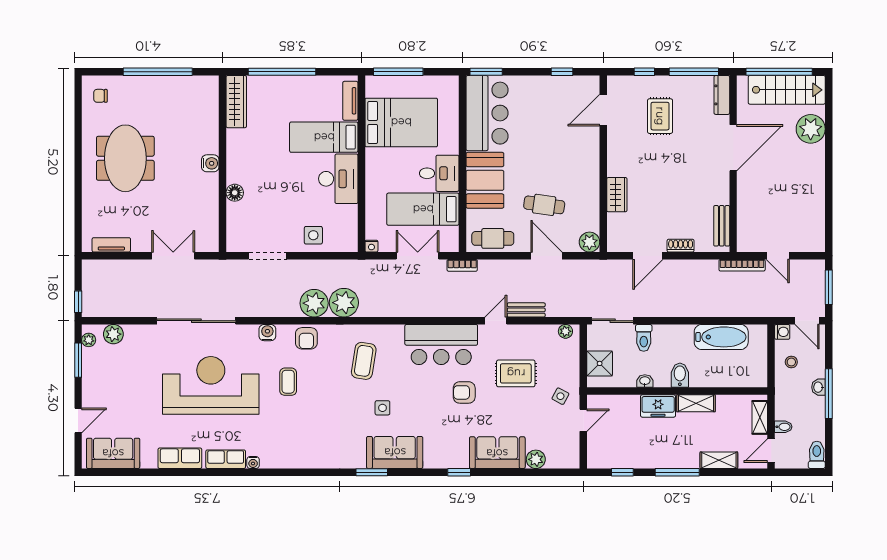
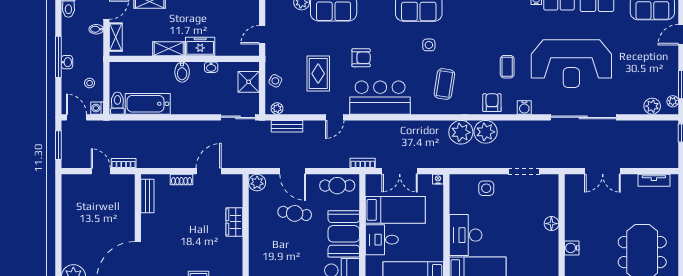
bookcase: (742, 265) -> (124, 163), width x0.64
bench: (526, 310) -> (287, 126), moved
toilet: (644, 338) -> (117, 103), moved
rug: (516, 373) -> (318, 74), turned 90
side table: (560, 396) -> (275, 81), moved

